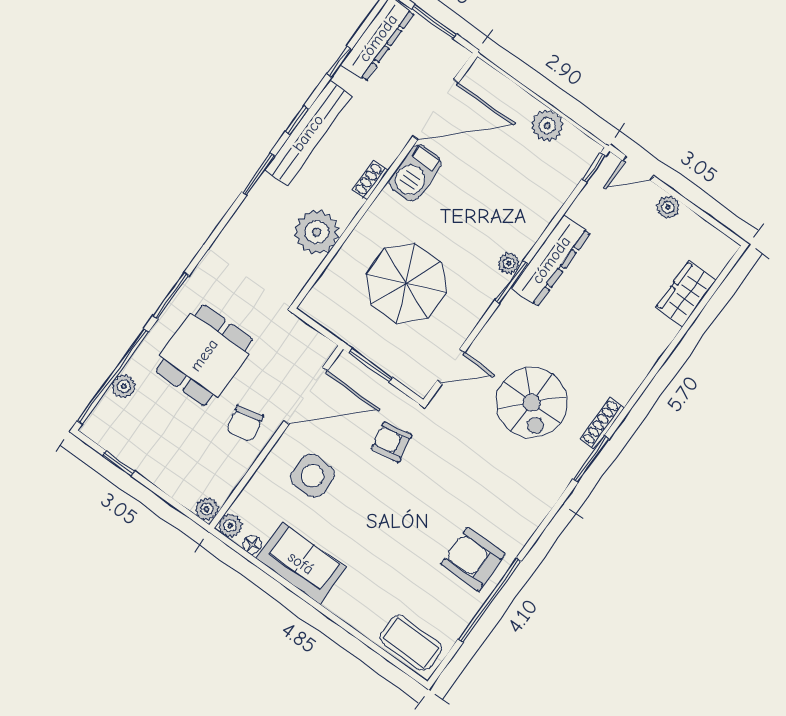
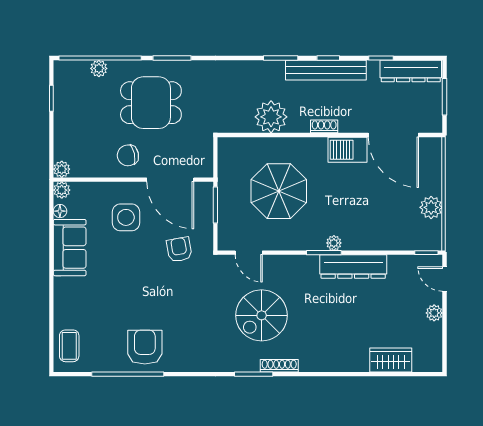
coffee table: (411, 643) -> (69, 346), width x0.73, depth x0.77

